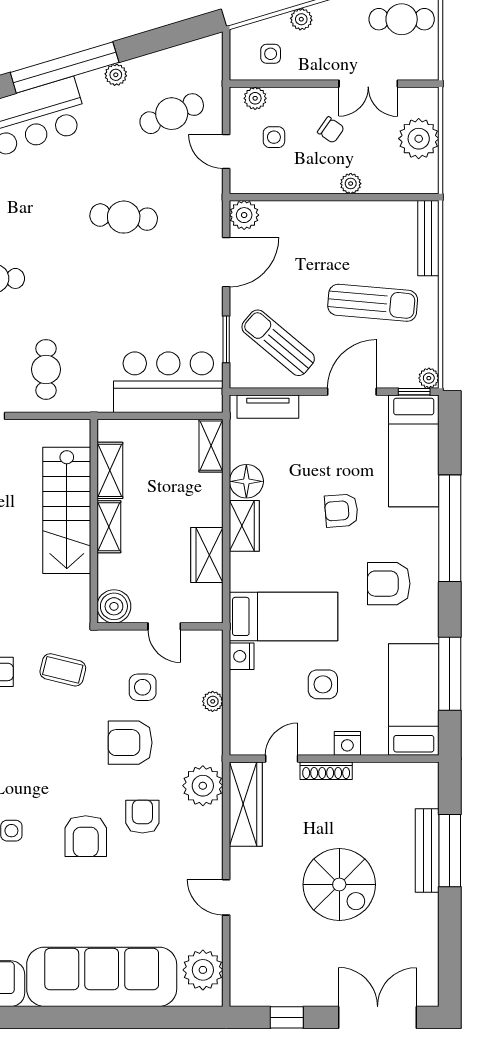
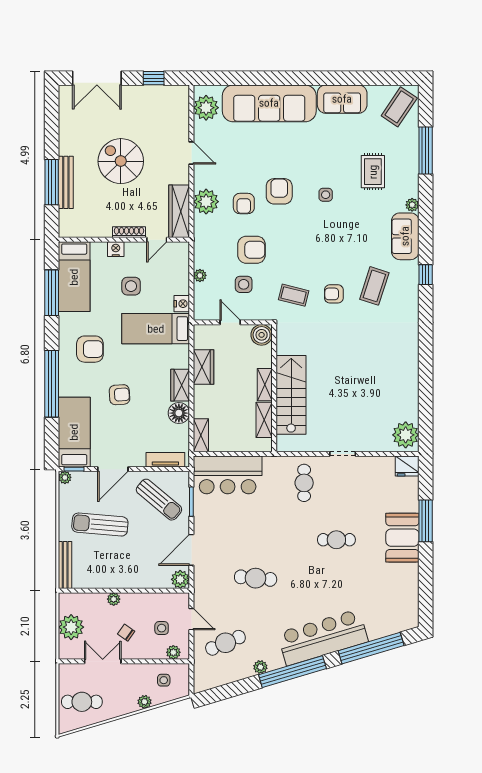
plant: (203, 786) -> (206, 202), moved

